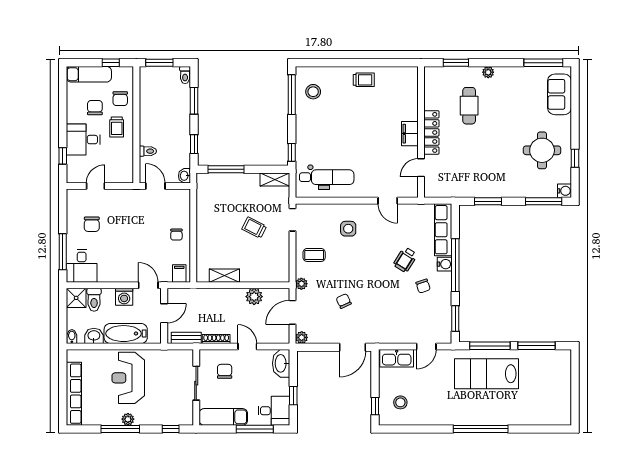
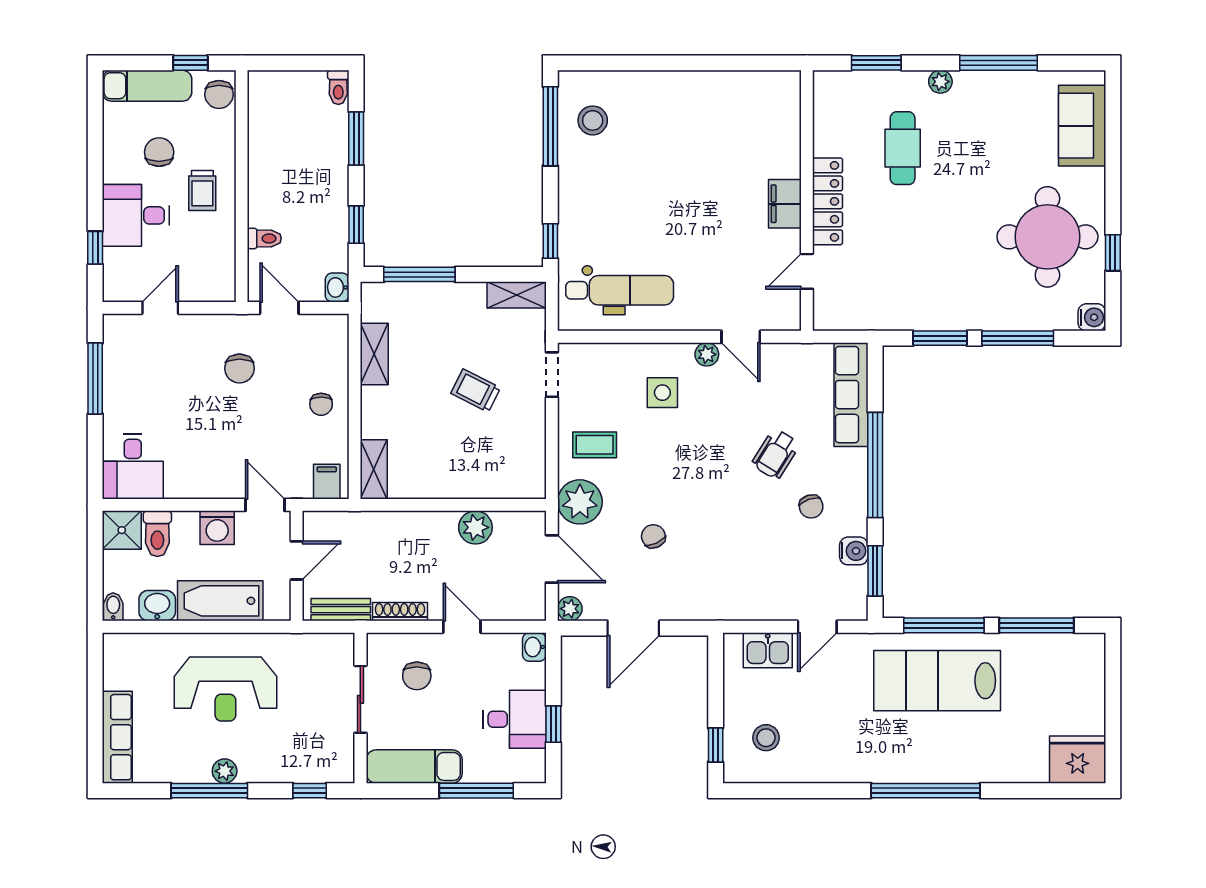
window: (159, 63) -> (287, 63), removed
window: (543, 63) -> (998, 63), moved
trolley: (364, 80) -> (693, 97), removed
chair: (120, 99) -> (219, 94), moved
round table: (542, 150) -> (1047, 237), width x1.36, depth x1.36
window: (544, 201) -> (1018, 338), moved
shelving: (203, 209) -> (374, 354), added
plant: (371, 209) -> (707, 354), added
chair: (92, 224) -> (239, 368), moved
window: (63, 252) -> (95, 378), moved
water cooler: (445, 264) -> (854, 551), moved
shelving: (224, 276) -> (374, 469), moved, turned 90
plant: (301, 284) -> (580, 502), width x1.88, depth x1.88
door: (293, 312) -> (552, 559), swing flipped
door: (353, 347) -> (633, 628), moved
kitchen sink: (397, 358) -> (768, 650), width x0.73
washbasin: (281, 363) -> (534, 647), width x0.52, depth x0.69
chair: (225, 371) -> (417, 676), turned 180
reception desk: (128, 378) -> (225, 689), turned -90
row of seats: (74, 394) -> (117, 737), width x0.73
desk: (274, 411) -> (515, 719), moved
fridge: (557, 413) -> (1078, 760), added

